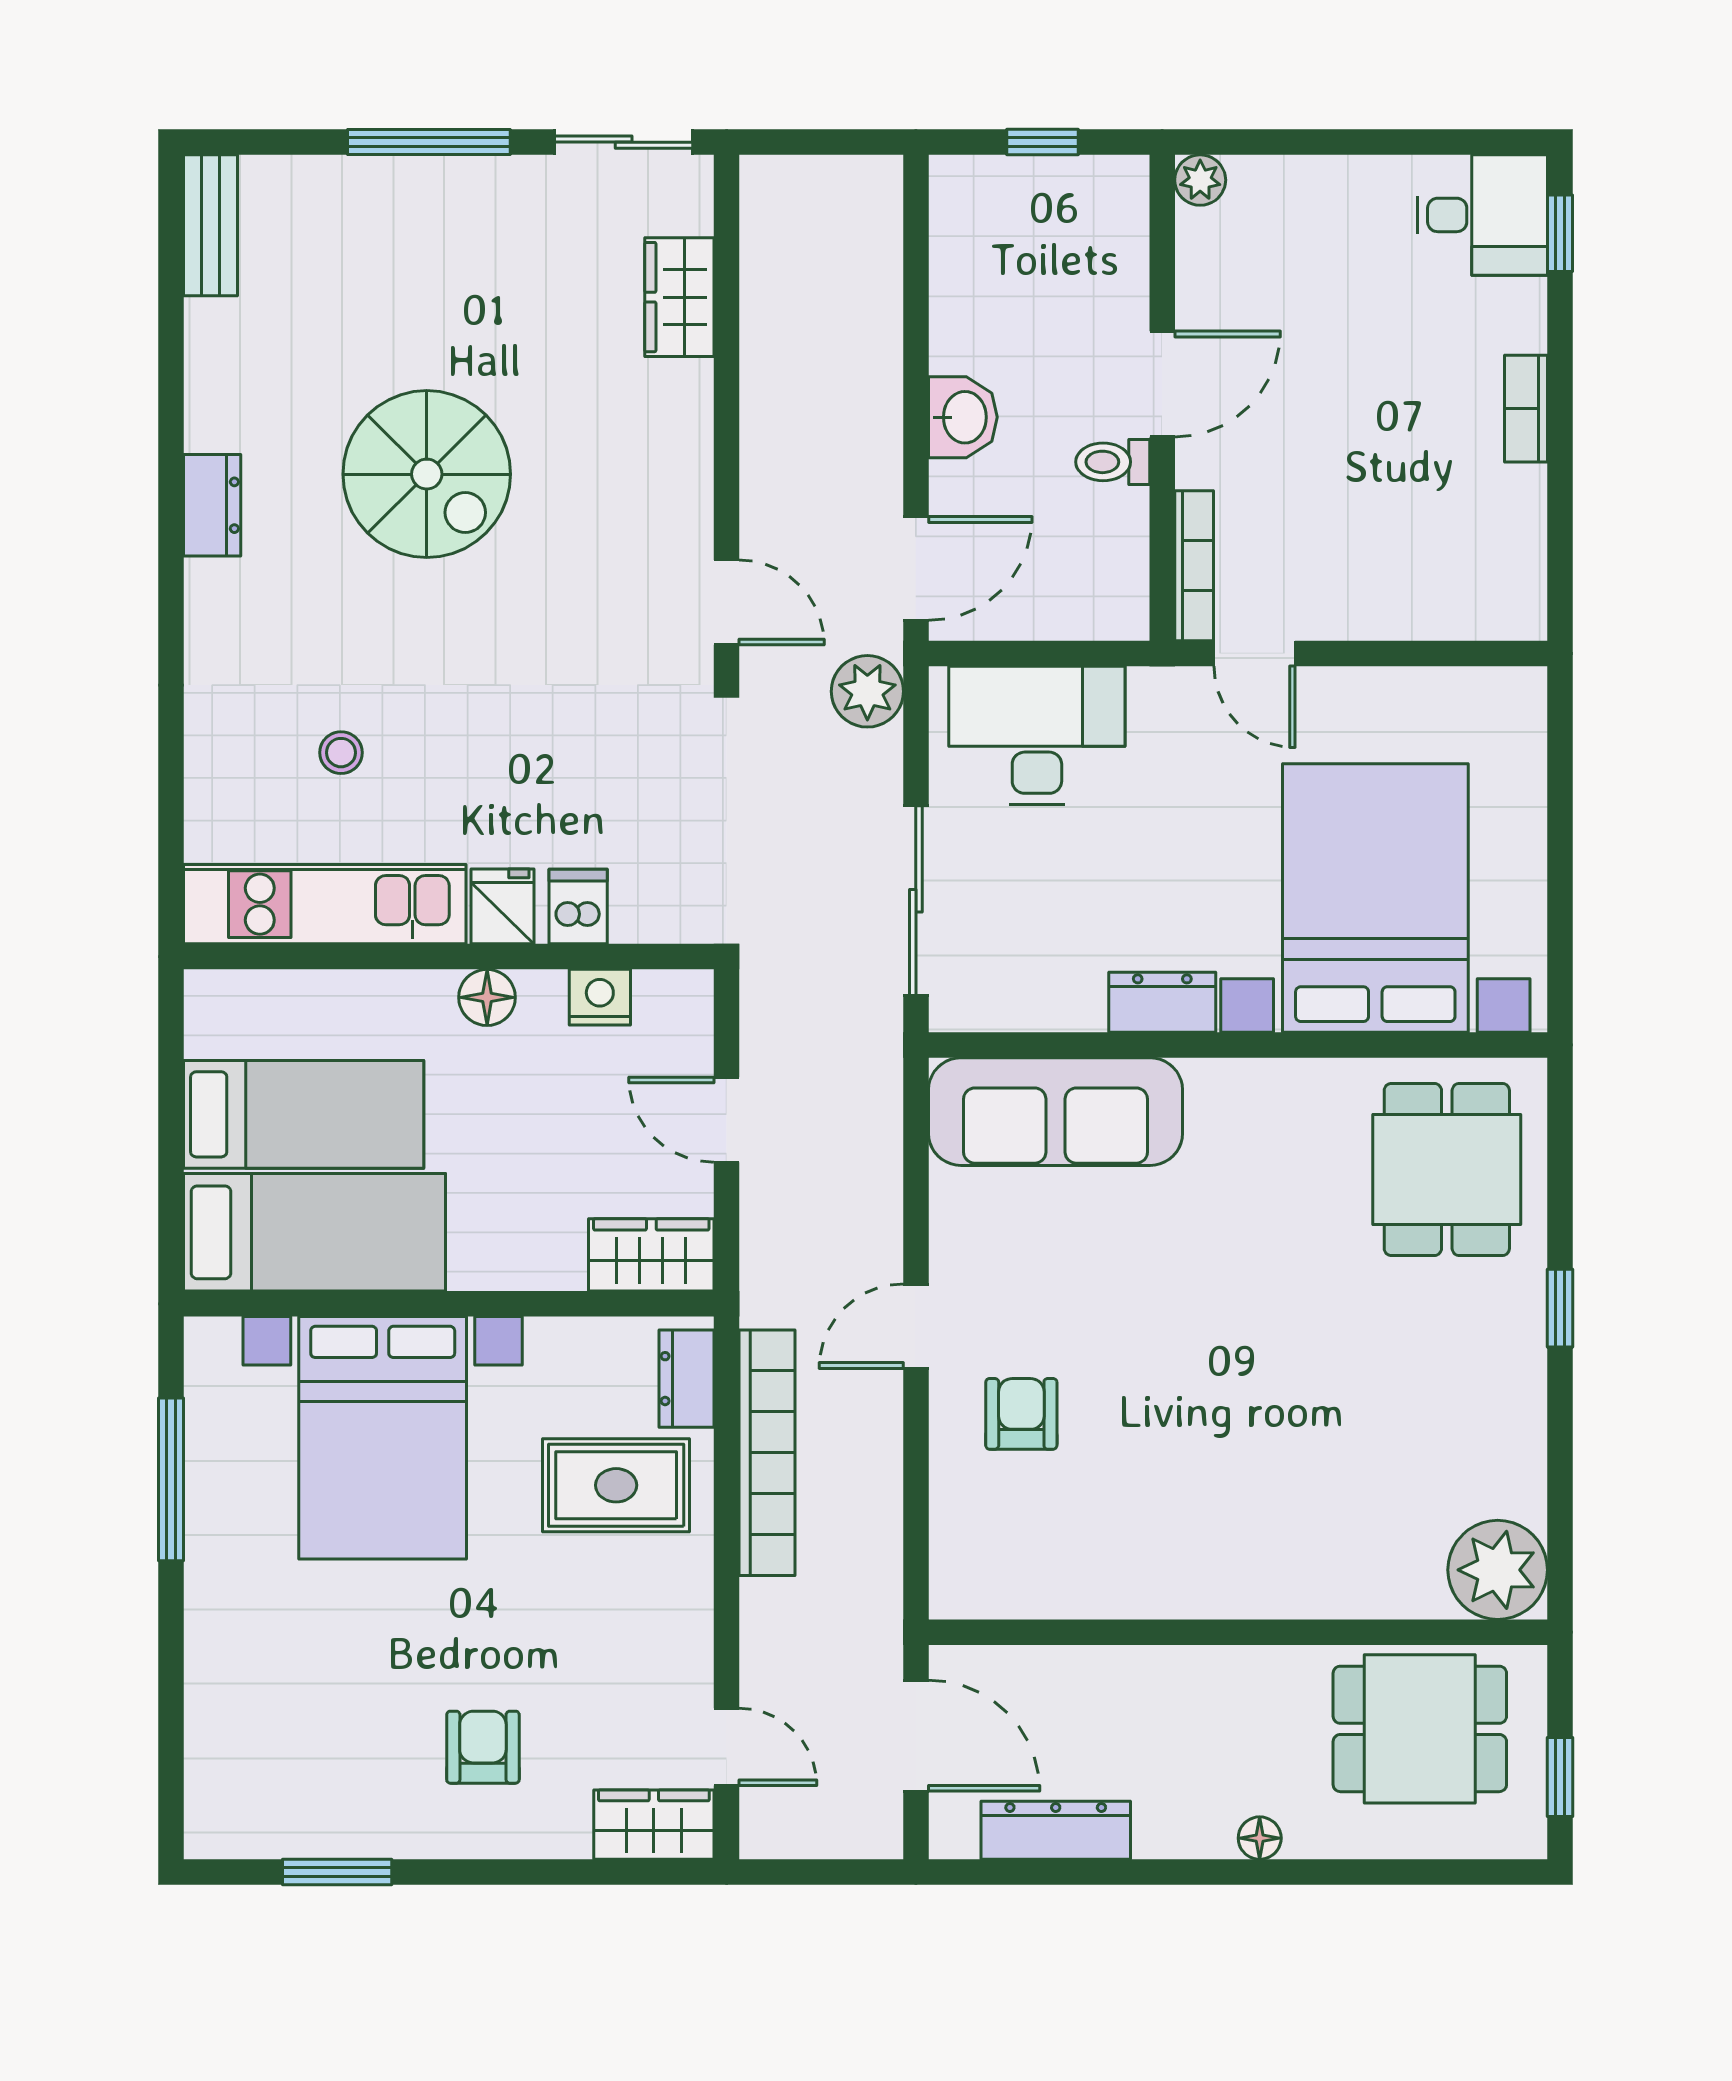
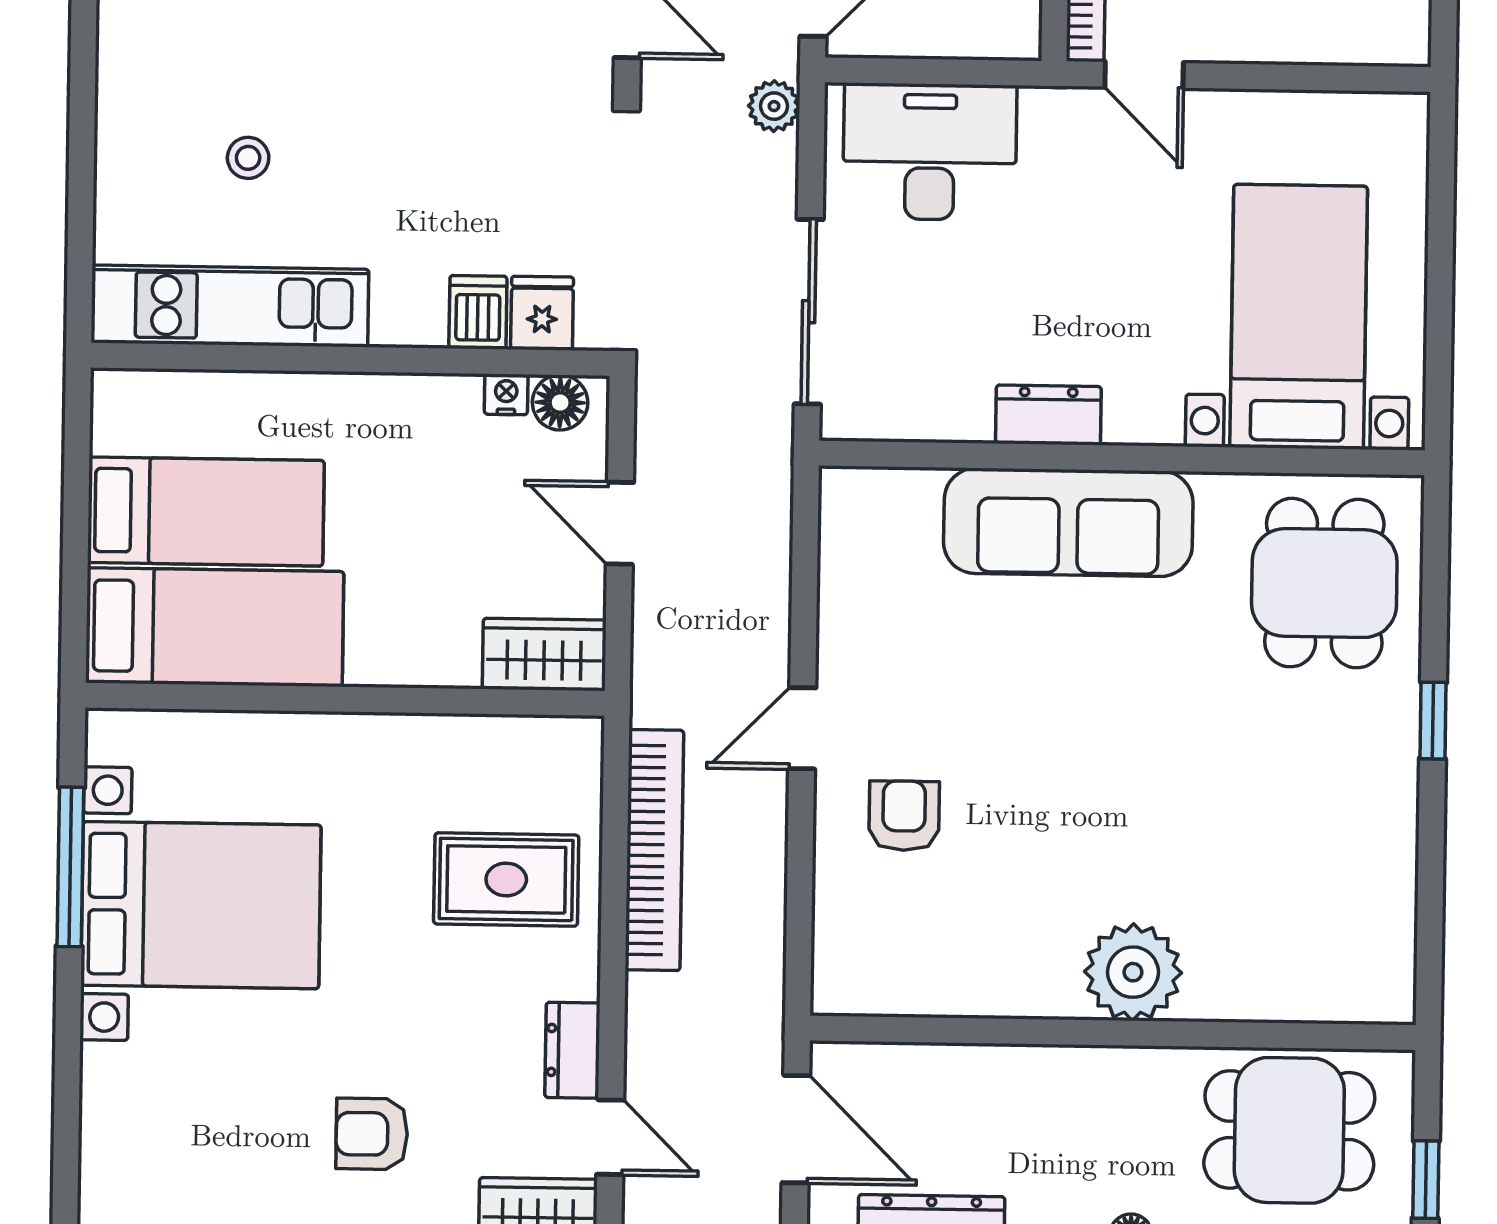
plant: (867, 691) -> (774, 106), width x0.73, depth x0.73
bed with nightstands: (1375, 898) -> (1299, 317), width x0.73
fridge: (502, 906) -> (542, 313), moved
floor lamp: (487, 997) -> (560, 403), moved
nightstand: (600, 997) -> (506, 394), width x0.72, depth x0.74
sofa: (1056, 1112) -> (1068, 522), moved
dresser: (686, 1379) -> (572, 1050), moved
bed with nightstands: (383, 1438) -> (201, 905), moved, turned -90
plant: (1498, 1570) -> (1133, 972), moved
armchair: (483, 1747) -> (372, 1134), turned -90

